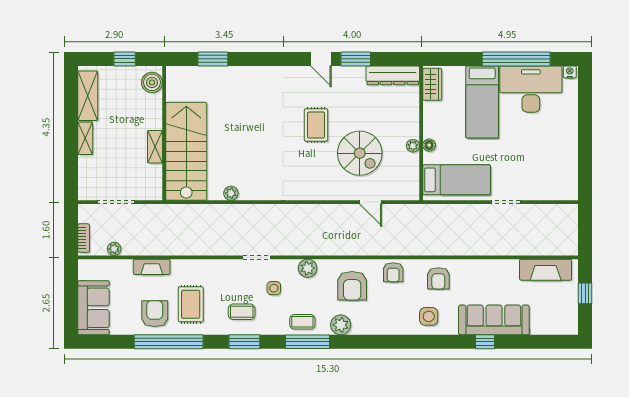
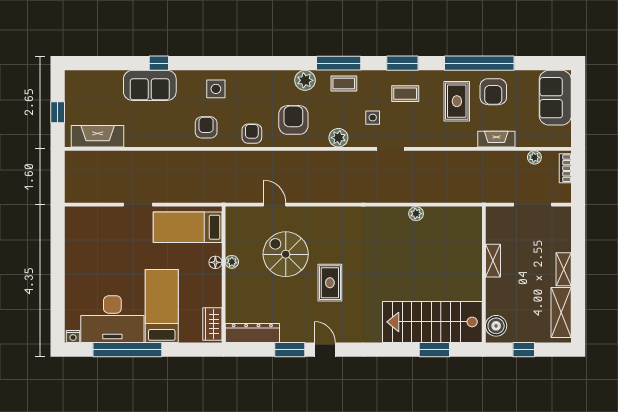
stairs: (186, 151) -> (432, 322), moved, turned 90
sofa: (494, 320) -> (150, 85), width x0.73

